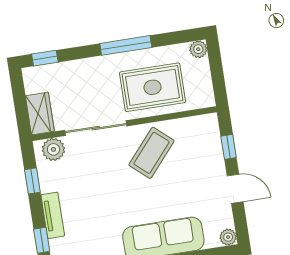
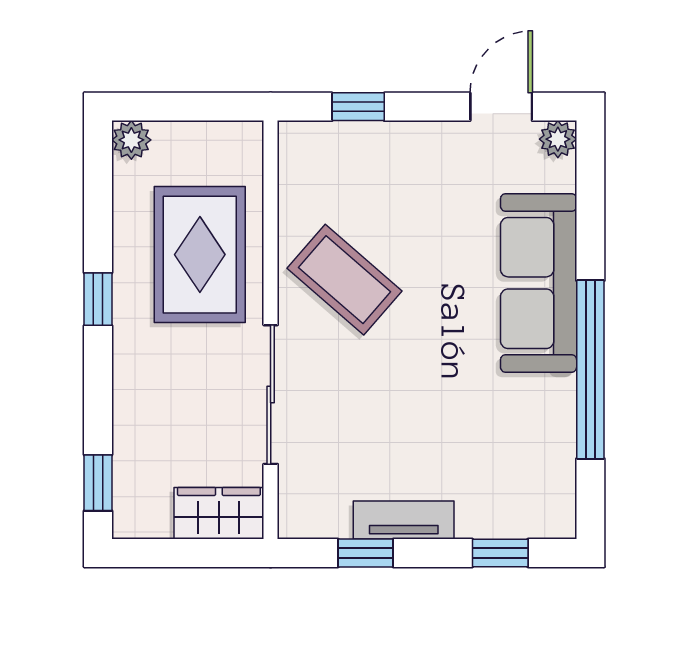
window: (126, 45) -> (98, 299), width x0.46
plant: (53, 149) -> (303, 496), removed
door: (235, 189) -> (501, 107), moved
tv unit: (53, 215) -> (404, 520), moved

